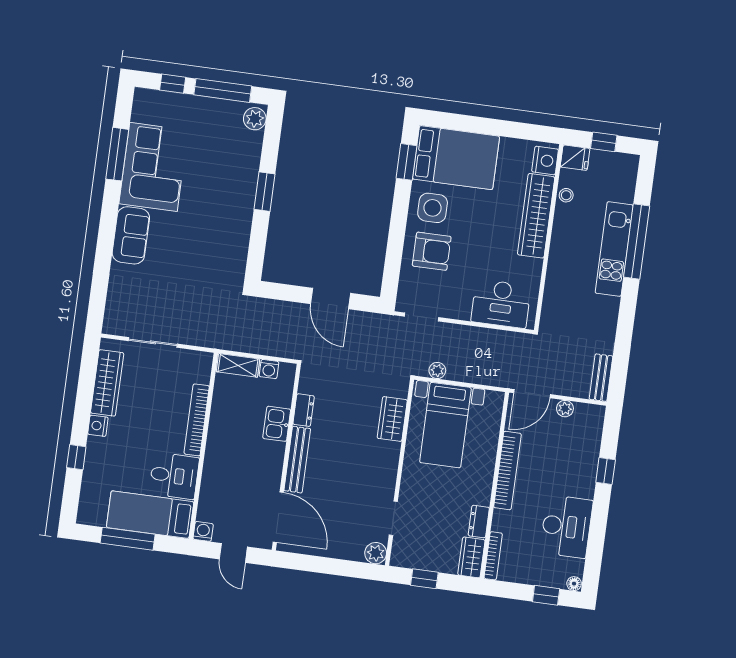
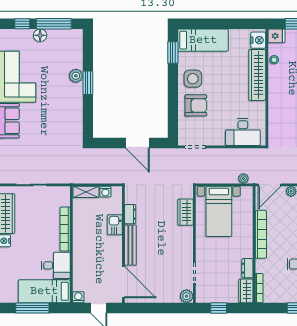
floor lamp: (199, 106) -> (40, 35), added
plant: (255, 119) -> (76, 76), moved
bed: (456, 158) -> (203, 40), width x0.67
plant: (437, 370) -> (243, 179), moved

